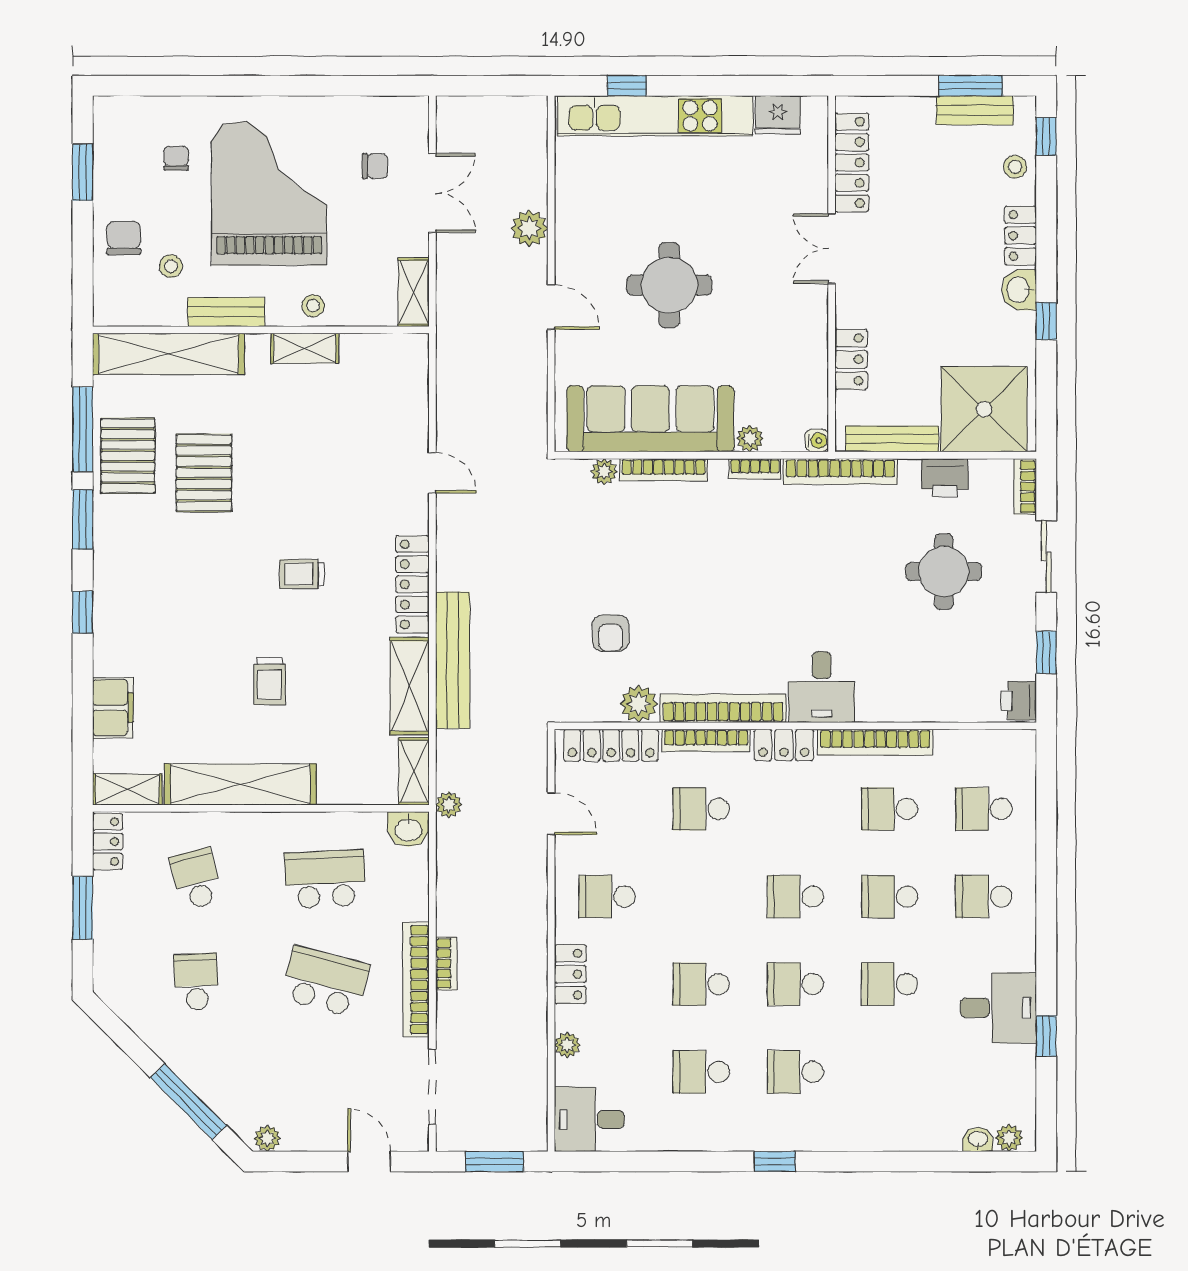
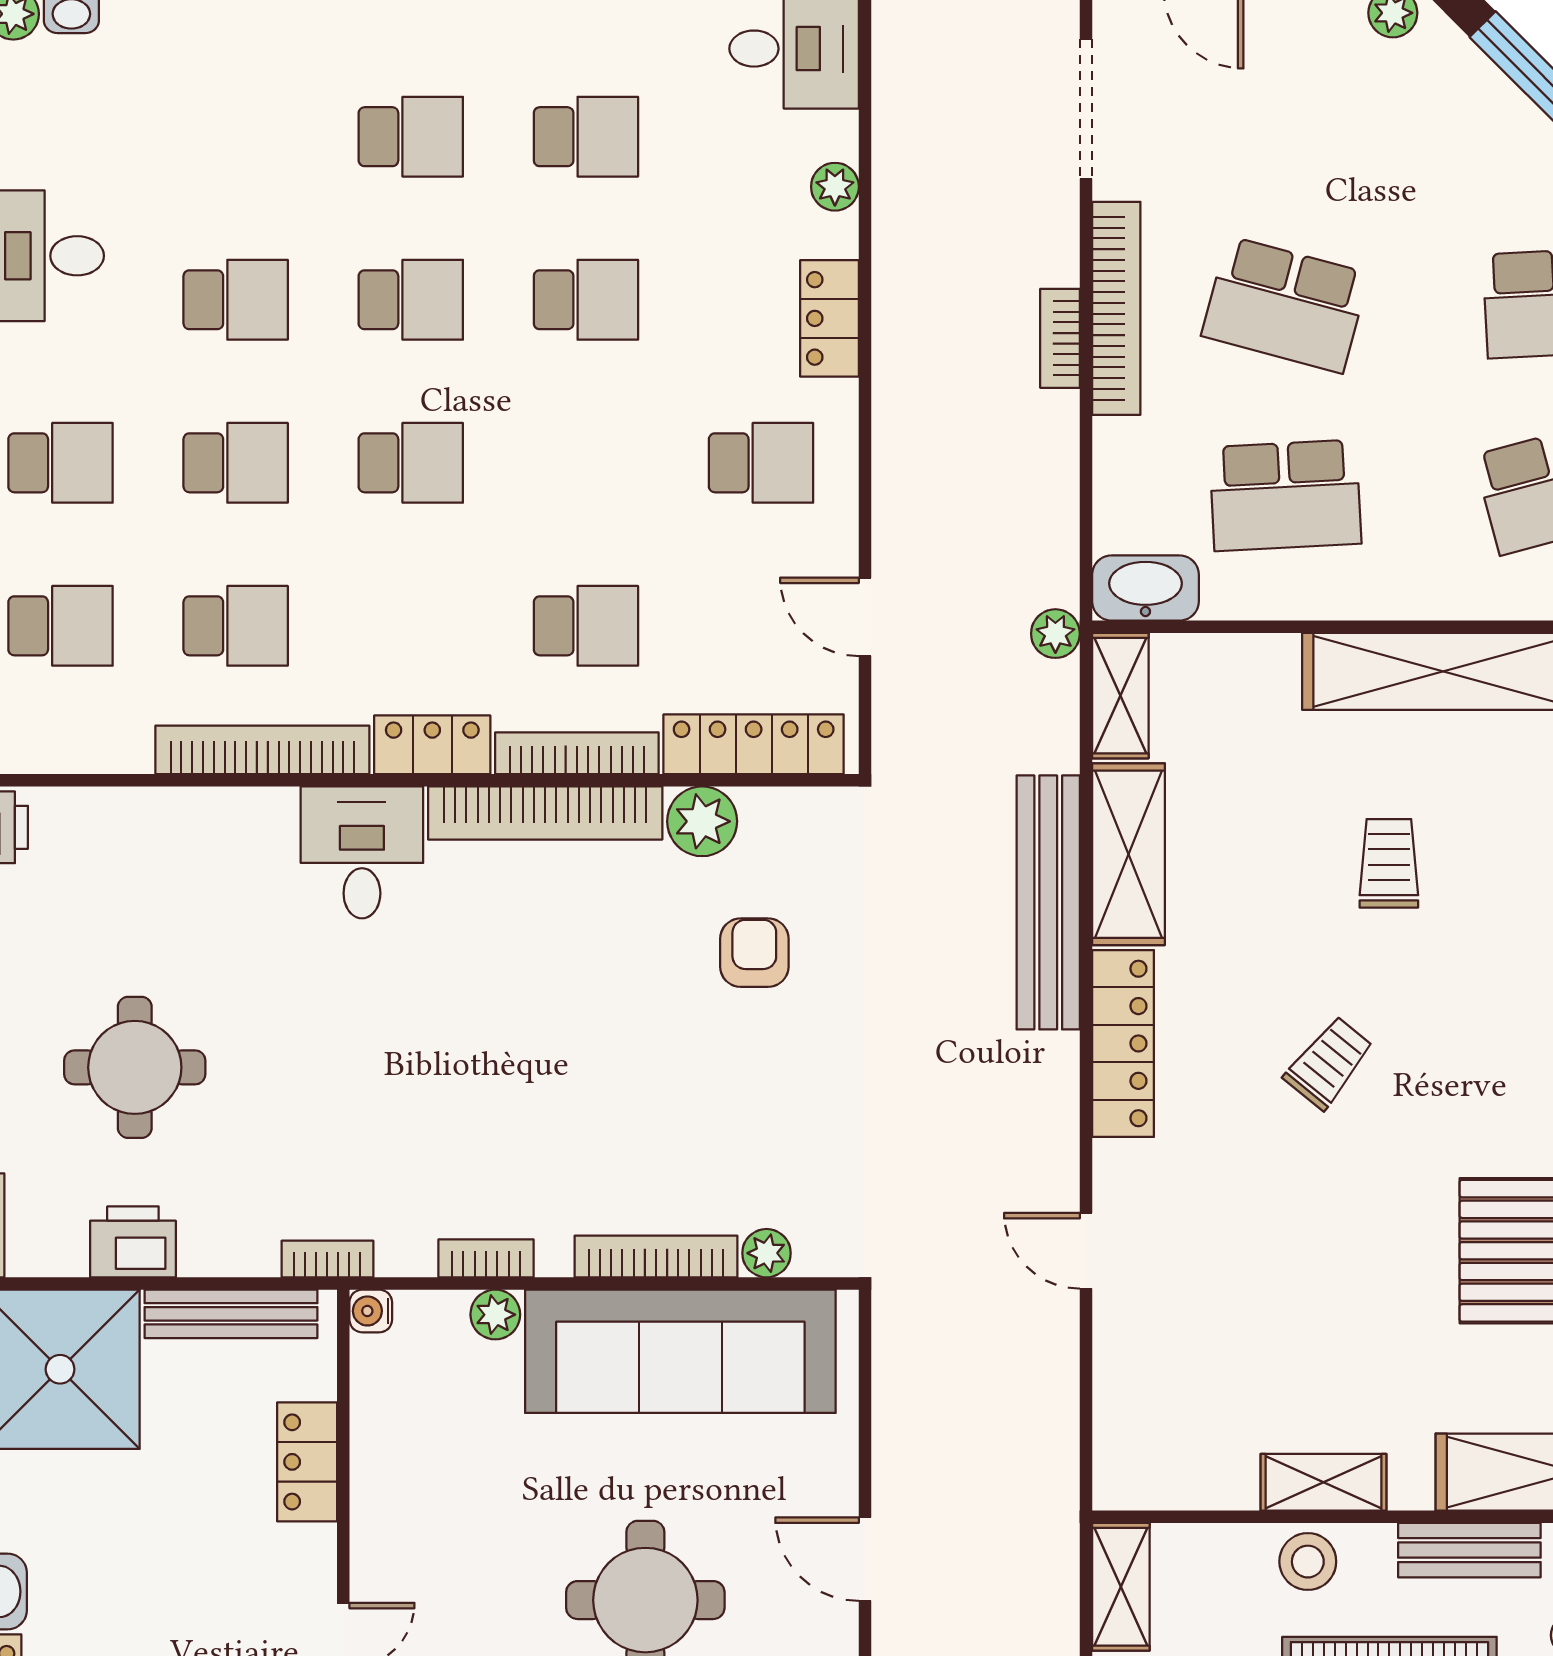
stool: (313, 306) -> (1308, 1562), width x1.37, depth x1.37
bookcase: (840, 472) -> (327, 1259), width x0.43, depth x0.76
trolley: (302, 574) -> (1329, 1063), turned -51
washbasin: (408, 829) -> (1145, 588), width x1.38

